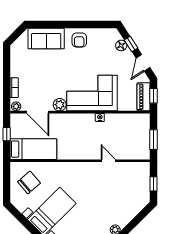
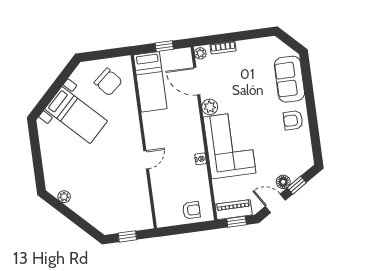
floor lamp: (121, 45) -> (283, 182), moved
door: (38, 112) -> (197, 81), hinge flipped
armchair: (140, 130) -> (191, 210), added
window: (153, 140) -> (182, 229), removed
door: (108, 161) -> (146, 160), moved

